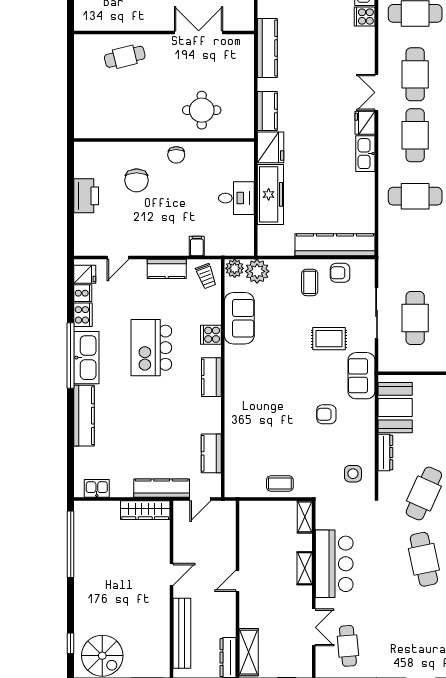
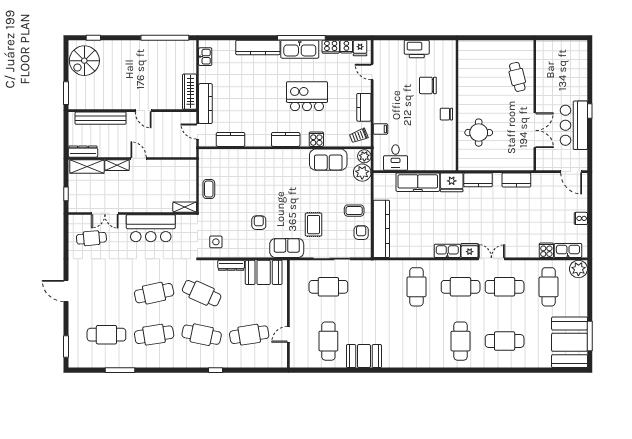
kitchen counter: (267, 48) -> (516, 180), width x0.67
desk: (236, 198) -> (396, 158), moved
shelving: (305, 568) -> (117, 165), moved

